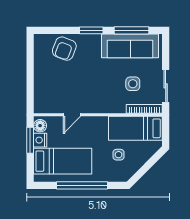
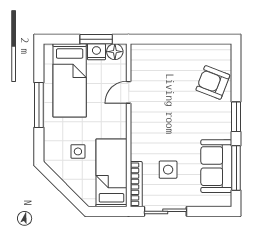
sofa: (130, 46) -> (216, 166), width x0.73
door: (72, 115) -> (129, 92), hinge flipped
window: (82, 185) -> (39, 105), width x0.68

